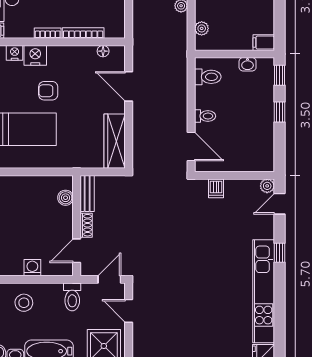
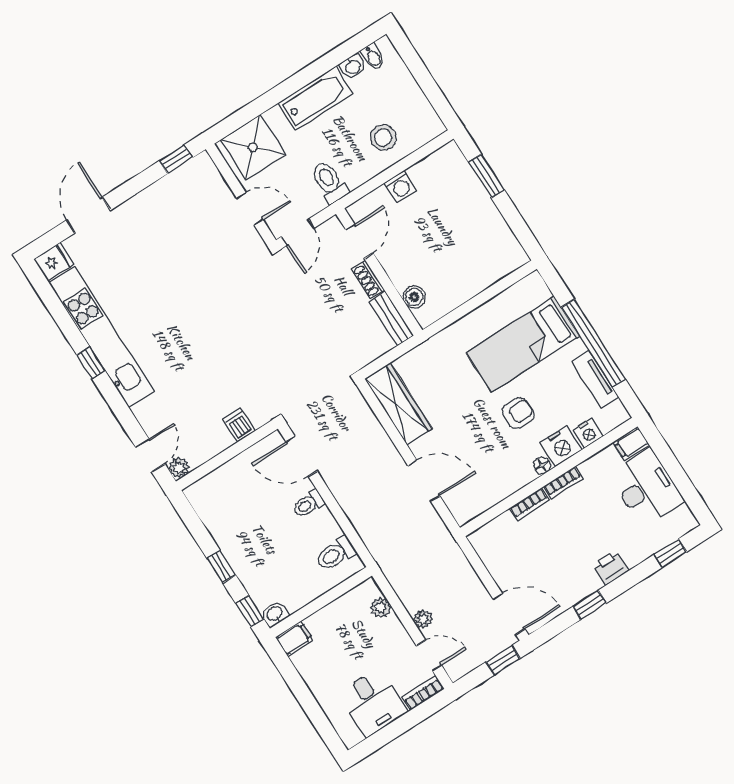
bookcase: (83, 33) -> (530, 504), width x0.64
floor lamp: (103, 51) -> (542, 465), moved
washbasin: (248, 64) -> (275, 614), moved
window: (280, 253) -> (91, 363), moved

